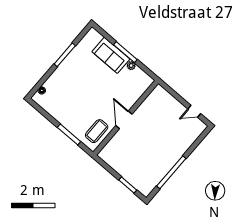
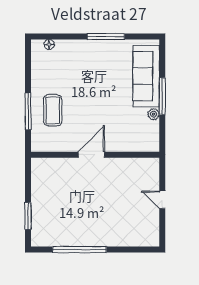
sofa: (111, 55) -> (146, 76), width x1.36
door: (194, 111) -> (162, 200), moved
coffee table: (97, 131) -> (53, 110), moved, turned 90

